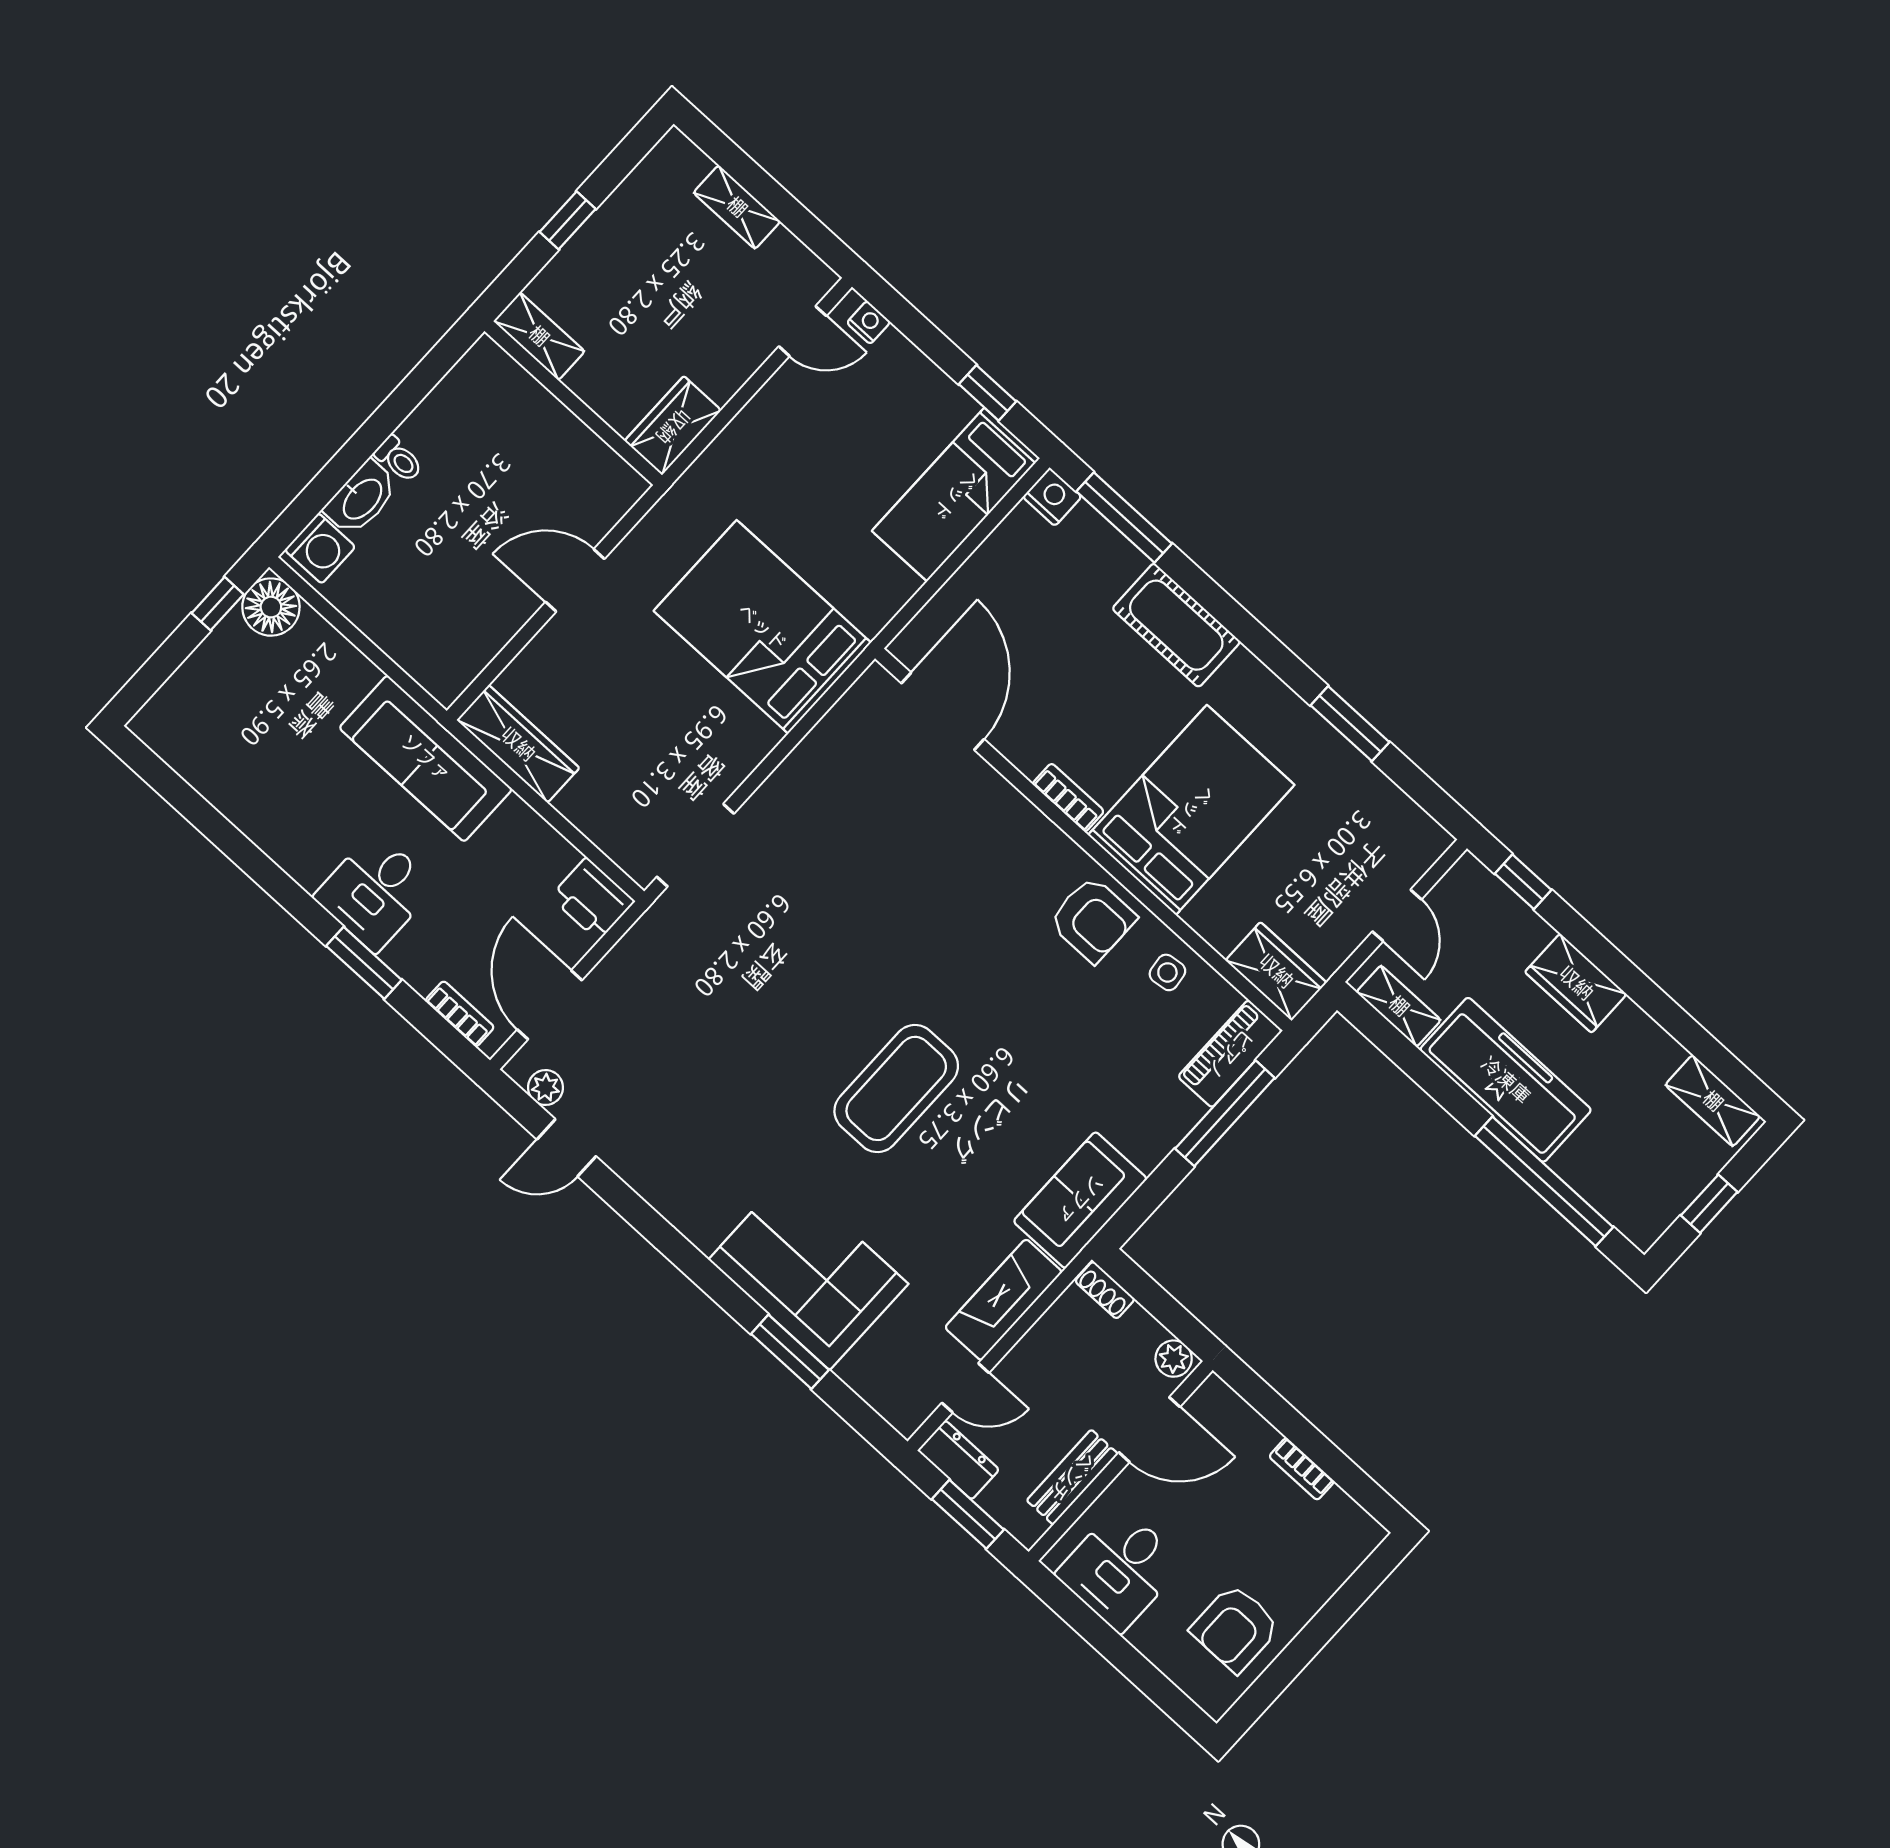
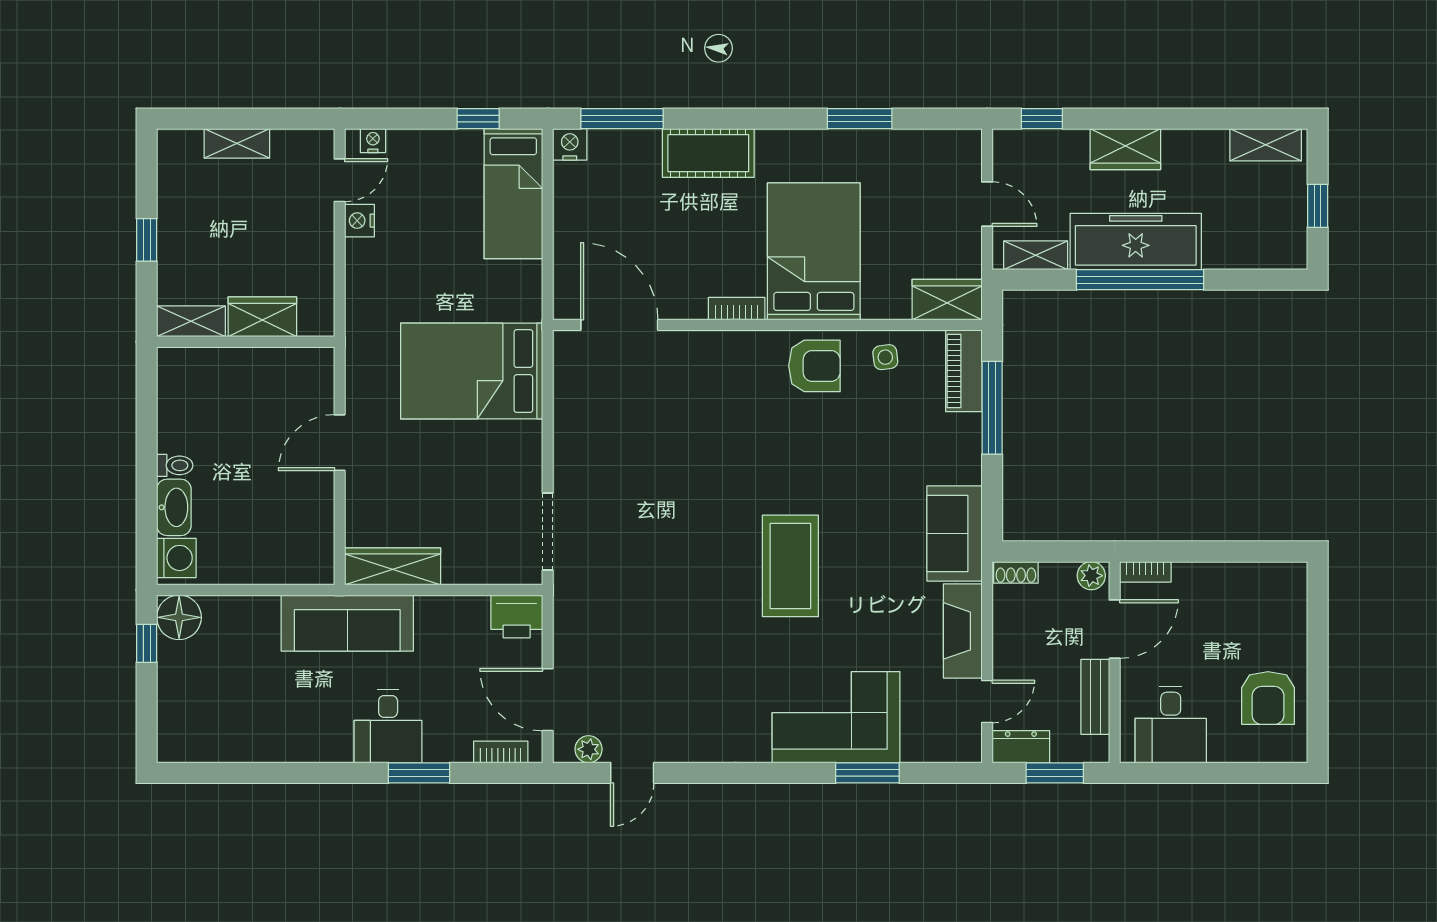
nightstand: (786, 387) -> (360, 221), added
wardrobe: (673, 426) -> (262, 317), moved, turned 90
window: (1544, 1181) -> (1140, 280), moved
bookcase: (1302, 1469) -> (1145, 572), moved

